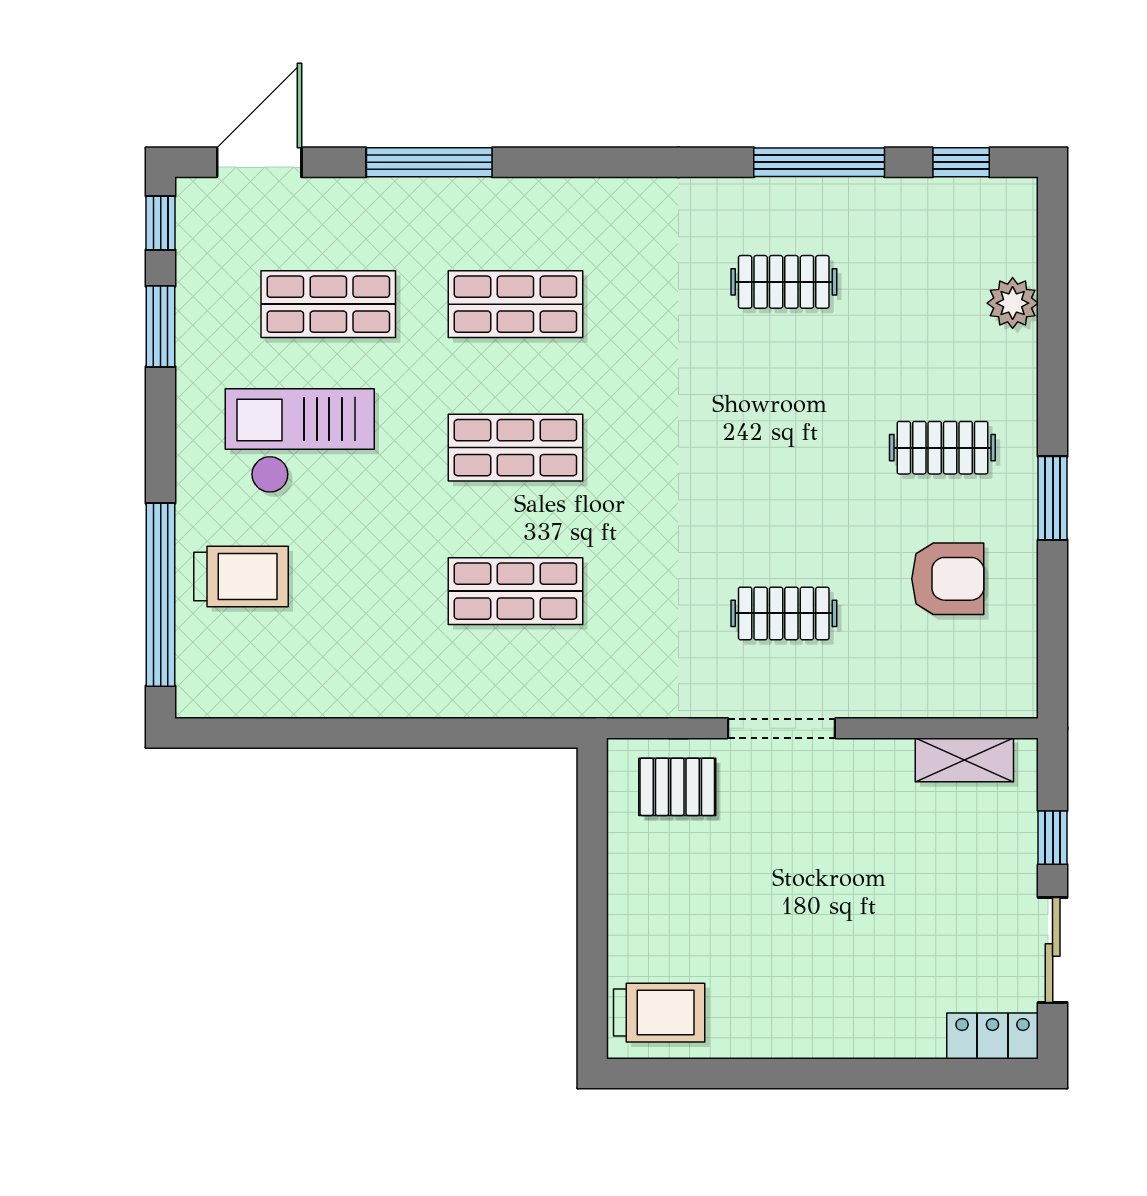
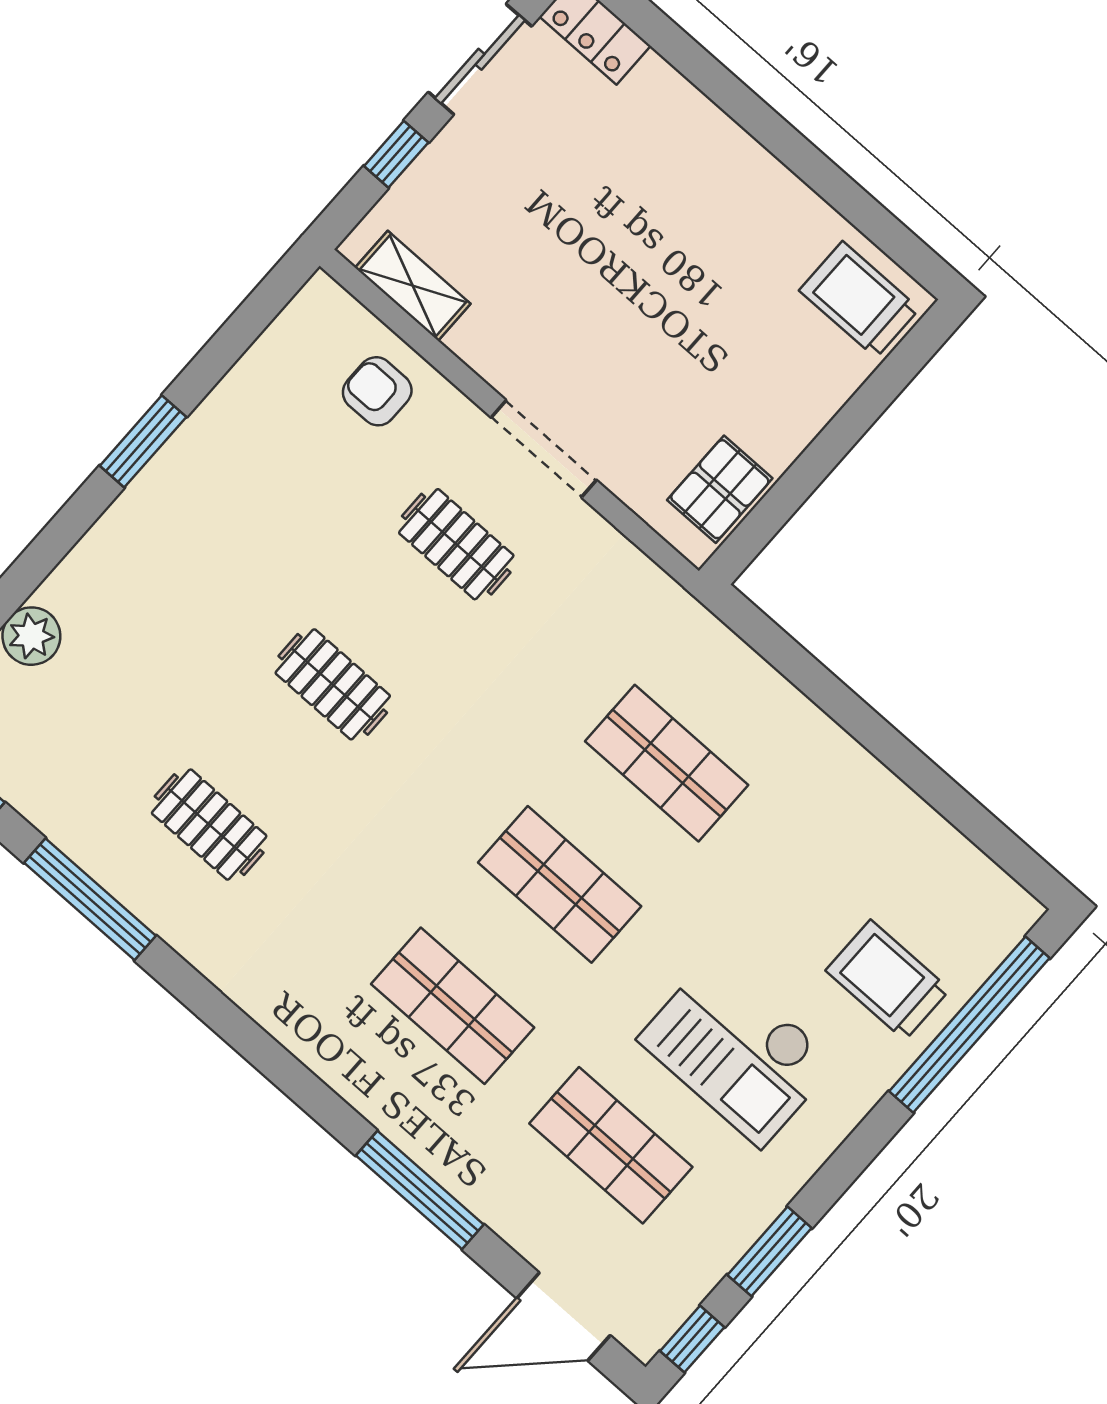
clothes rail: (942, 448) -> (333, 684), moved
armchair: (948, 579) -> (377, 391), moved, width x0.72, depth x0.72
pallet: (677, 787) -> (720, 489), moved, turned 90

